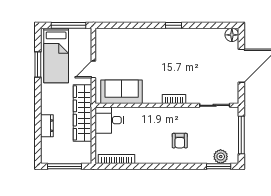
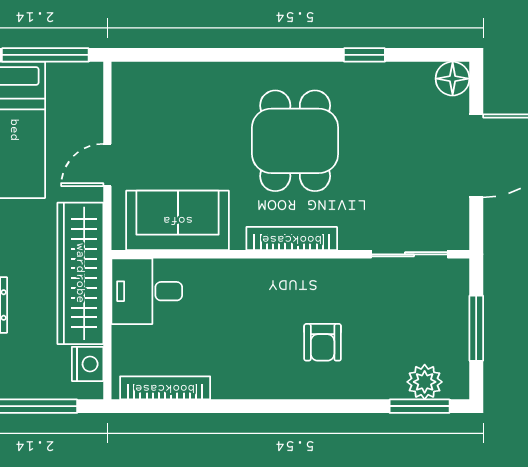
window: (173, 25) -> (364, 55), moved
dining table: (169, 60) -> (295, 141), added
bookcase: (174, 99) -> (292, 239), width x1.56
window: (241, 135) -> (476, 328), width x0.69
nightstand: (85, 149) -> (88, 364), added

